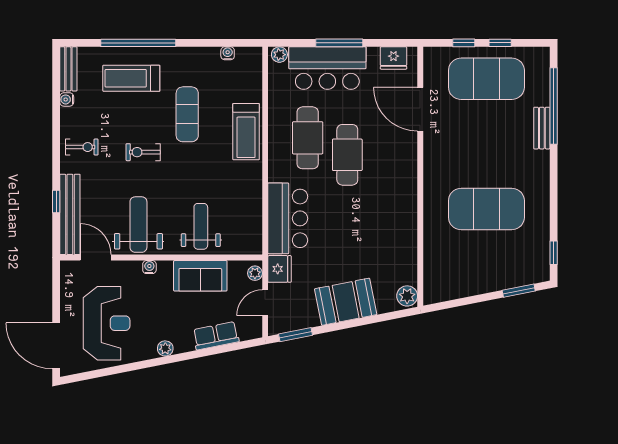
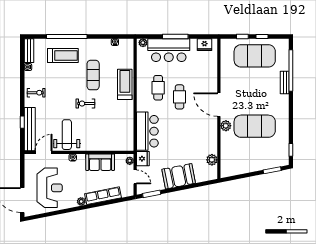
treadmill: (131, 78) -> (63, 56), turned 180
door: (420, 109) -> (219, 105), moved
treadmill: (246, 132) -> (125, 84), turned 180
cafe table: (308, 138) -> (158, 88), width x0.73, depth x0.74
exercise bike: (143, 152) -> (85, 104), moved
cafe table: (347, 155) -> (180, 97), width x0.73, depth x0.74
plant: (433, 208) -> (226, 126), added
weight bench: (201, 226) -> (100, 136), removed
door: (96, 258) -> (44, 152), hinge flipped
plant: (407, 296) -> (212, 160), moved
door: (265, 303) -> (135, 177), swing flipped
row of seats: (216, 336) -> (103, 196), width x1.48

